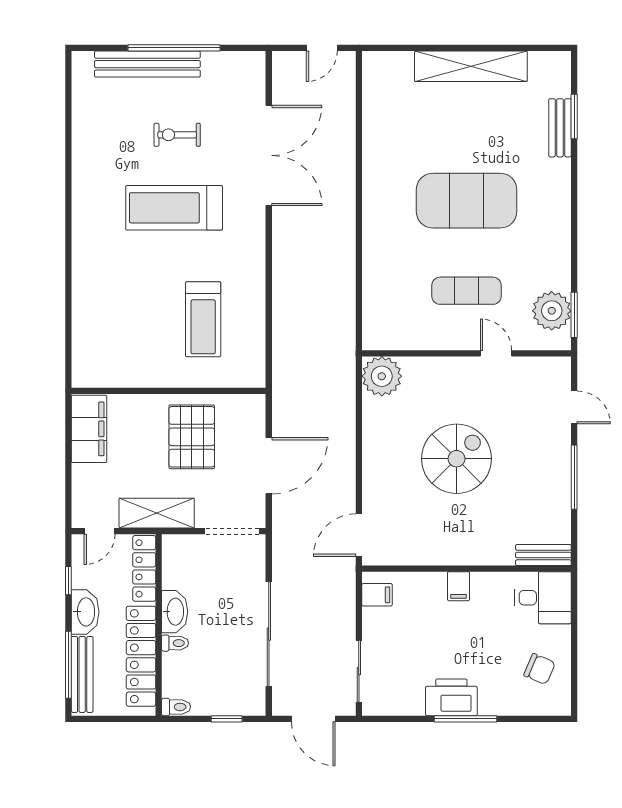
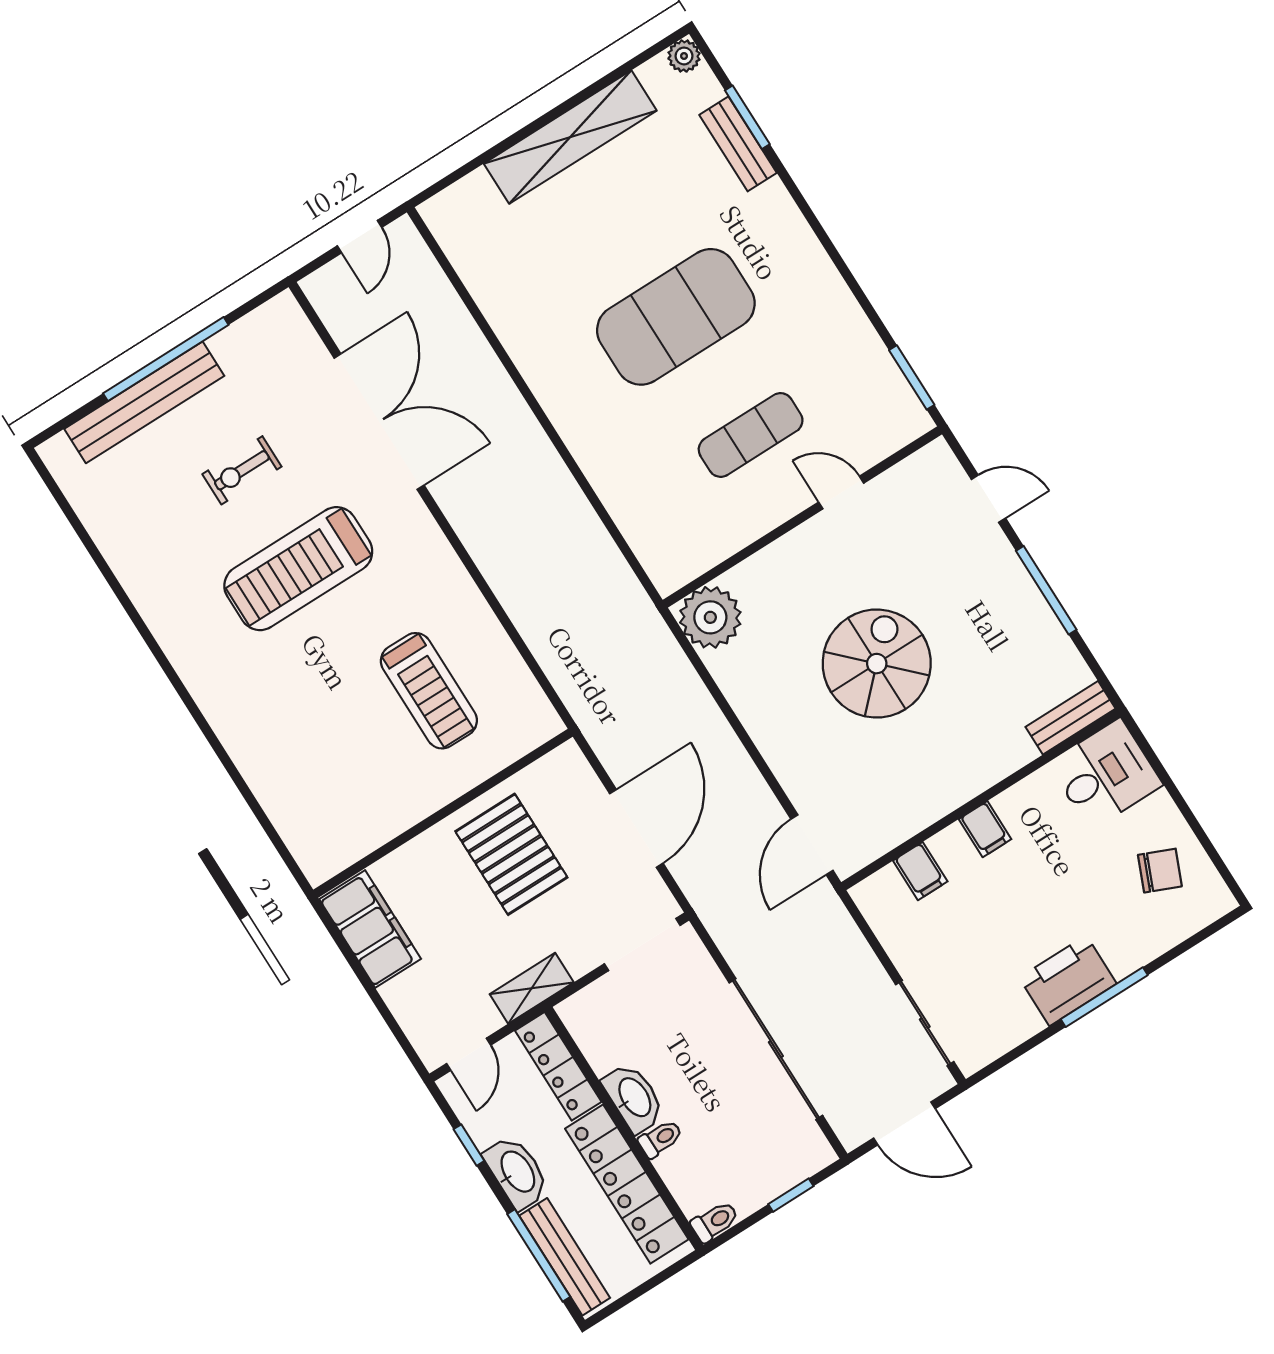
plant: (552, 311) -> (684, 56), moved, width x0.53, depth x0.53
shelving: (157, 513) -> (532, 988), width x0.67, depth x0.75
filing cabinet: (377, 595) -> (920, 871), moved, turned 90

